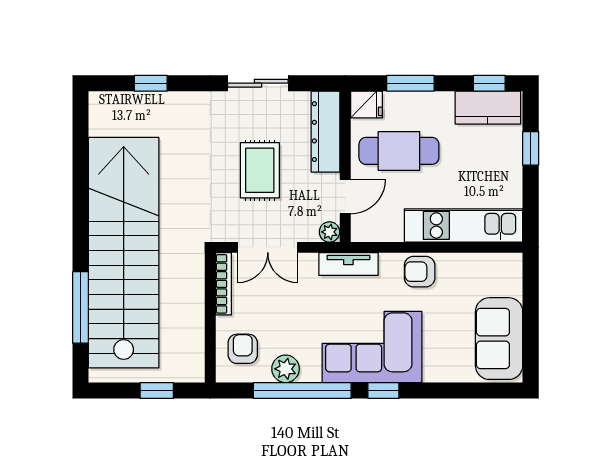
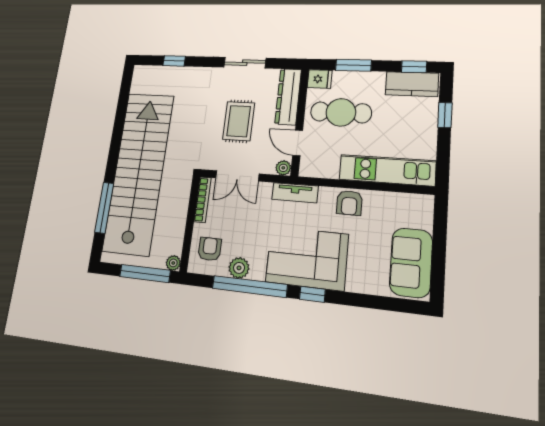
door: (345, 196) -> (298, 143), swing flipped
armchair: (420, 272) -> (349, 203), turned -90
plant: (195, 372) -> (173, 263), added
window: (157, 390) -> (145, 273), width x2.17

